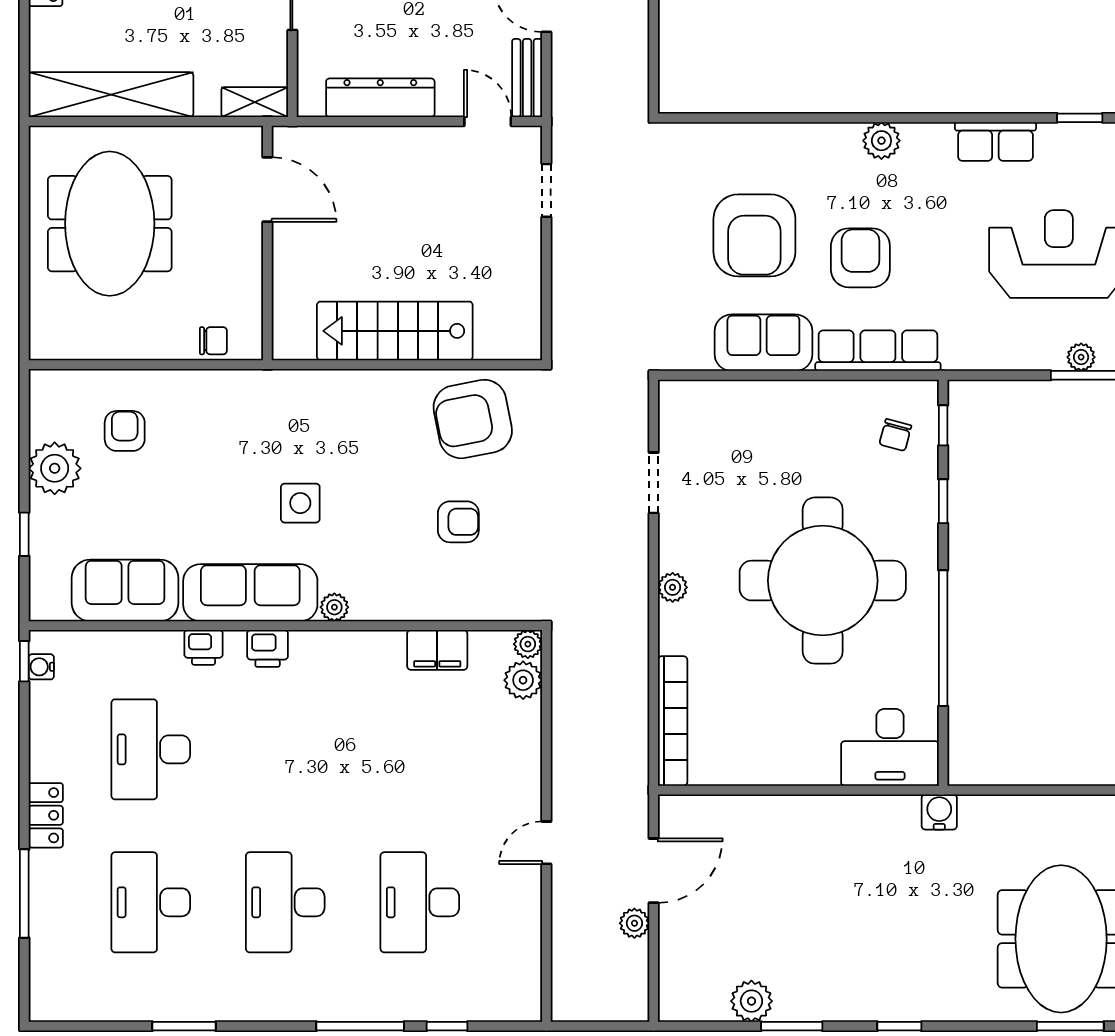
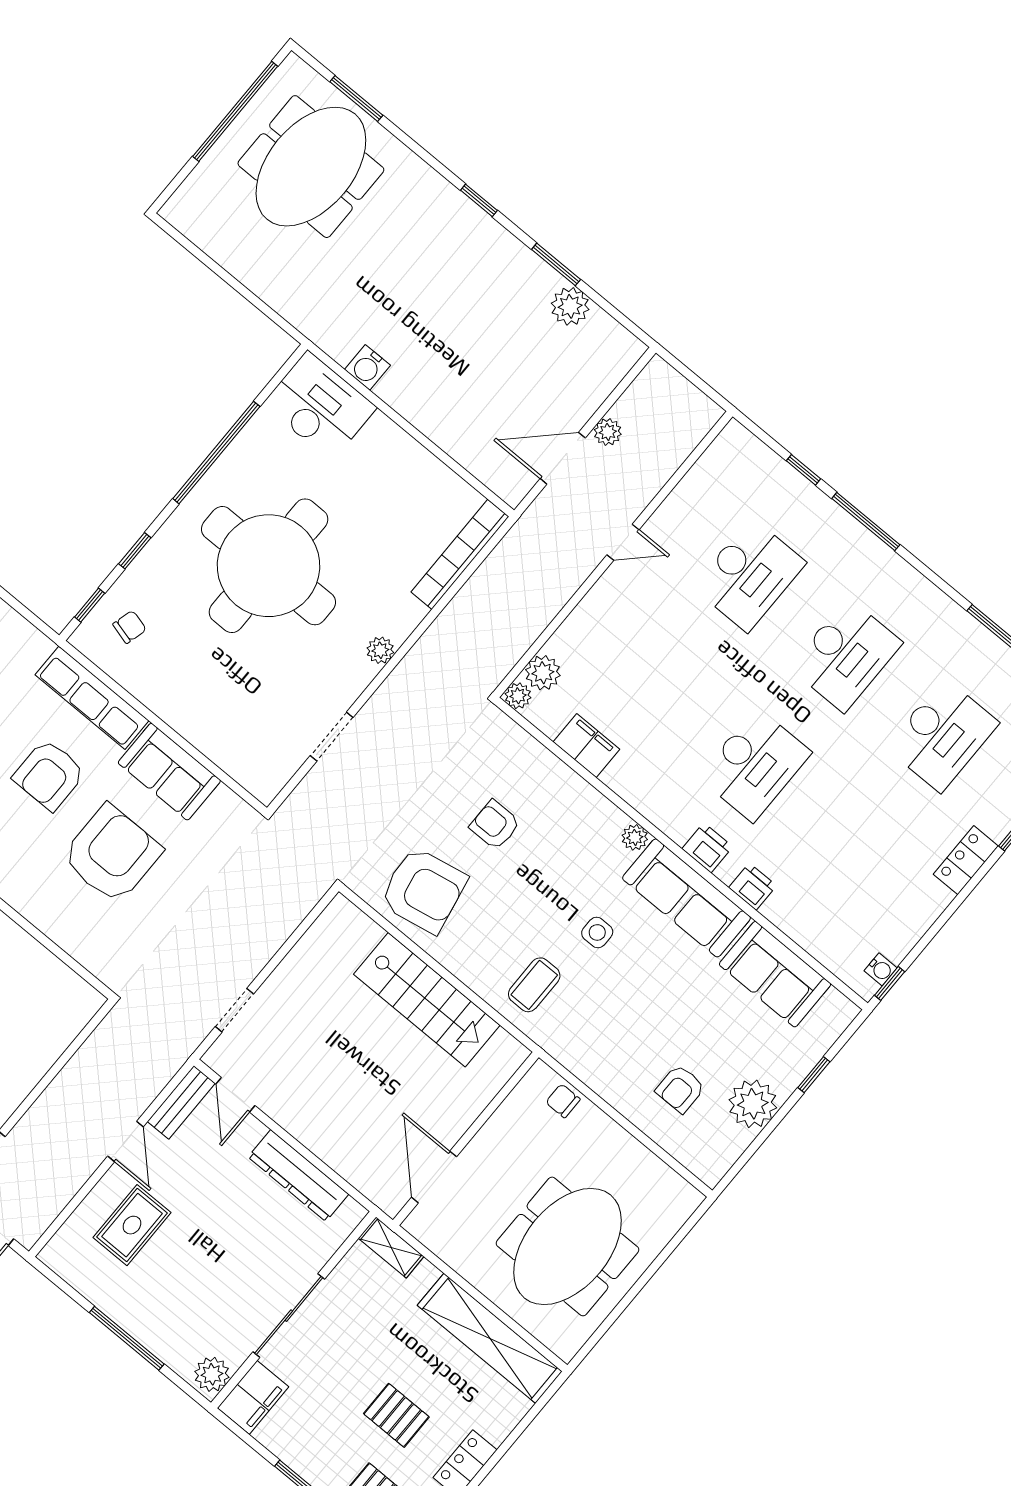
coffee table: (316, 417) -> (534, 985), added
side table: (300, 503) -> (597, 932), width x0.73, depth x0.73
desk: (151, 749) -> (755, 765), moved
water cooler: (939, 812) -> (368, 367), moved

